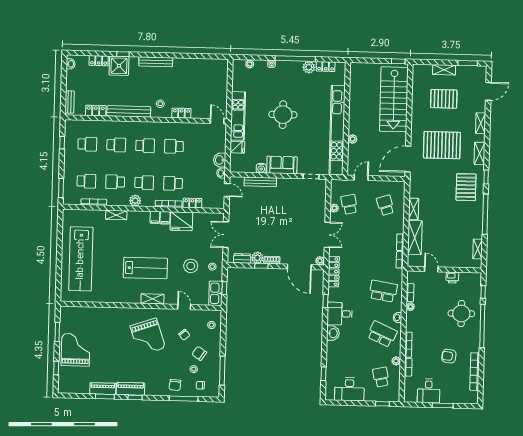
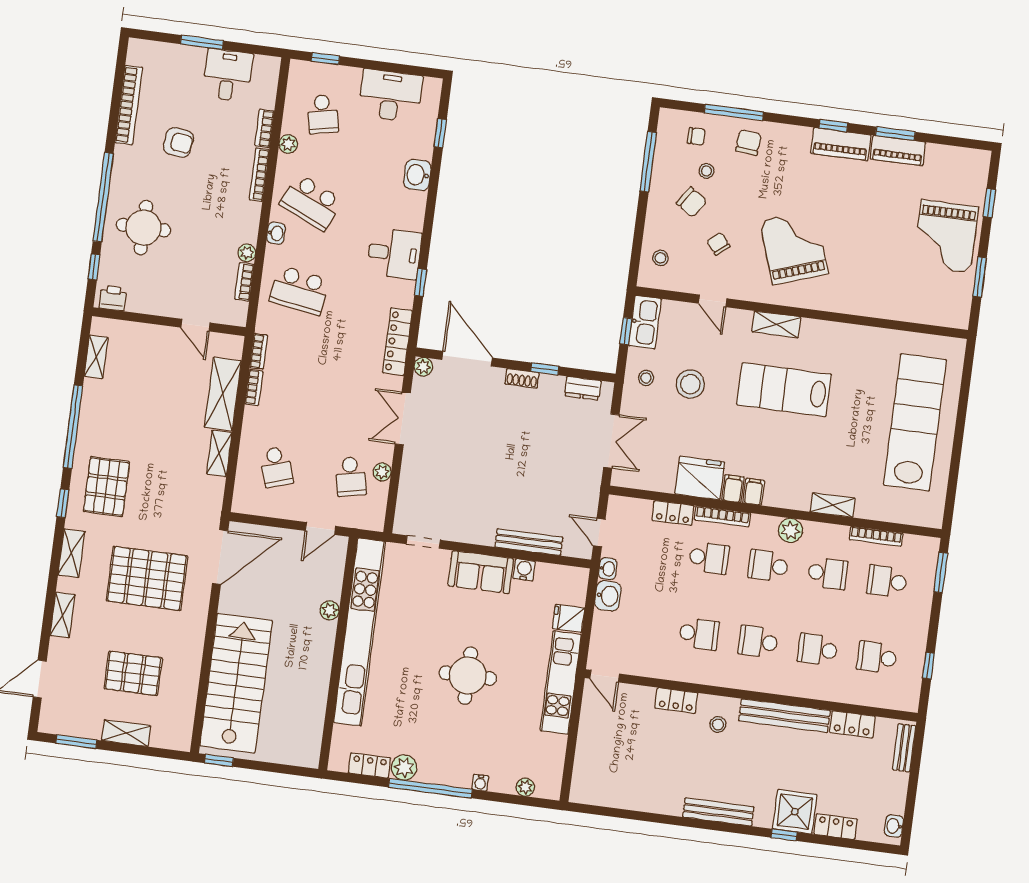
plant: (257, 258) -> (551, 386), removed
printer: (452, 277) -> (113, 298), moved
washbasin: (333, 333) -> (417, 175), moved

